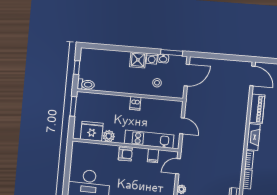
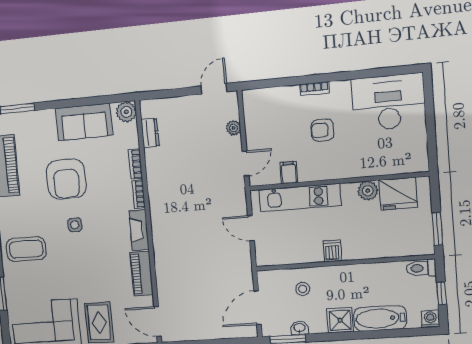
bathtub: (114, 58) -> (380, 318), added
washing machine: (152, 59) -> (430, 319), moved
armchair: (125, 154) -> (322, 130), moved

